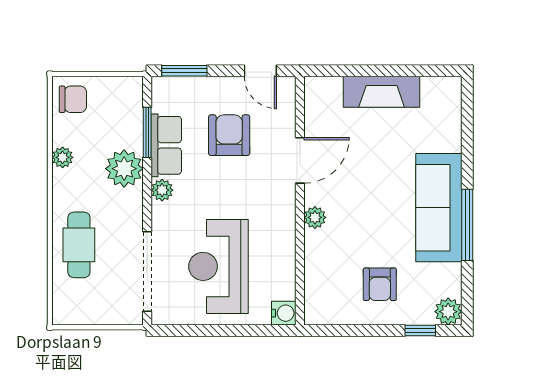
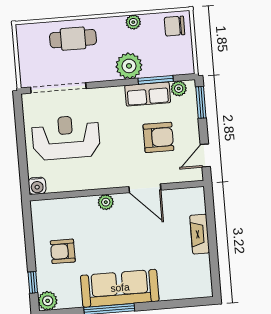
fireplace: (382, 92) -> (200, 234), width x0.73, depth x0.76
chair: (73, 99) -> (175, 26), turned 90
plant: (162, 190) -> (179, 89), moved

